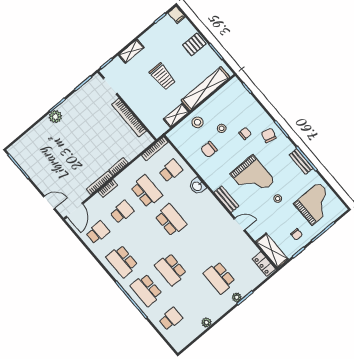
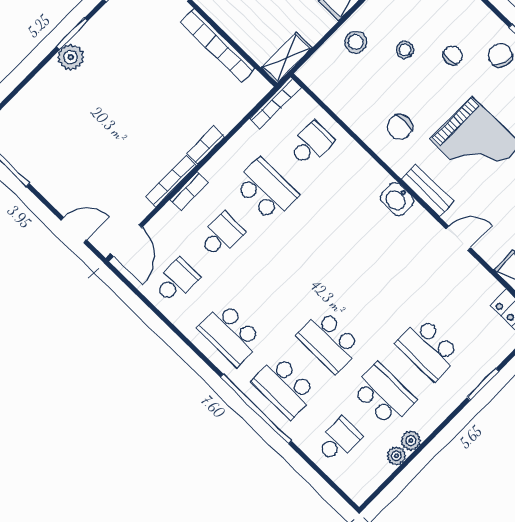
shelving: (176, 115) -> (287, 58), moved
chair: (209, 149) -> (400, 127), moved
washbasin: (197, 186) -> (397, 199), moved
school desk: (171, 220) -> (383, 394), moved
plant: (237, 297) -> (396, 456), moved

